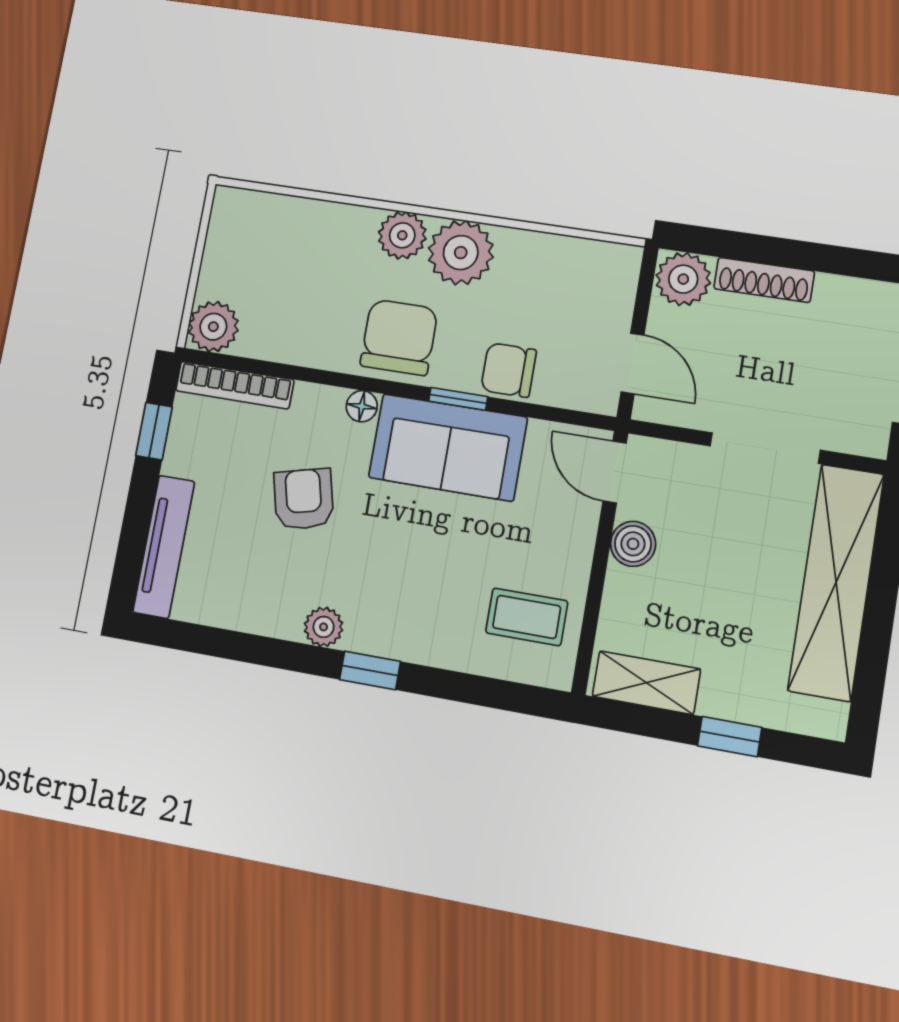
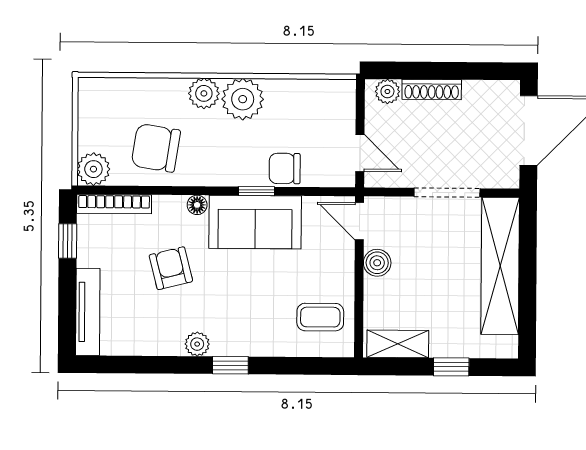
plant: (683, 279) -> (387, 92), width x0.73, depth x0.73
chair: (399, 337) -> (156, 148), moved, turned -81

